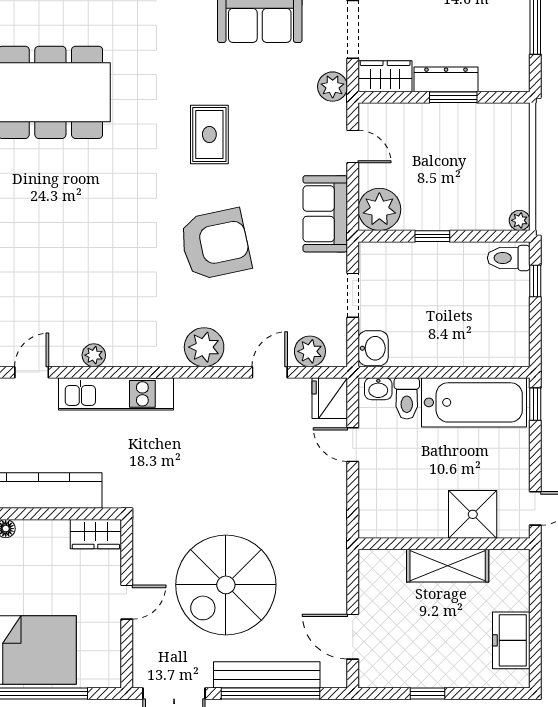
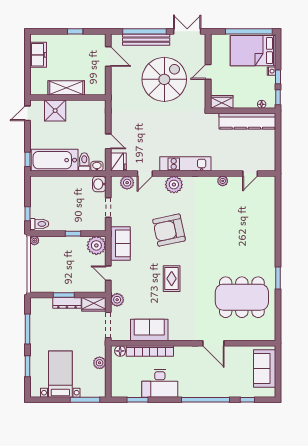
kitchen unit: (116, 394) -> (185, 164), moved

